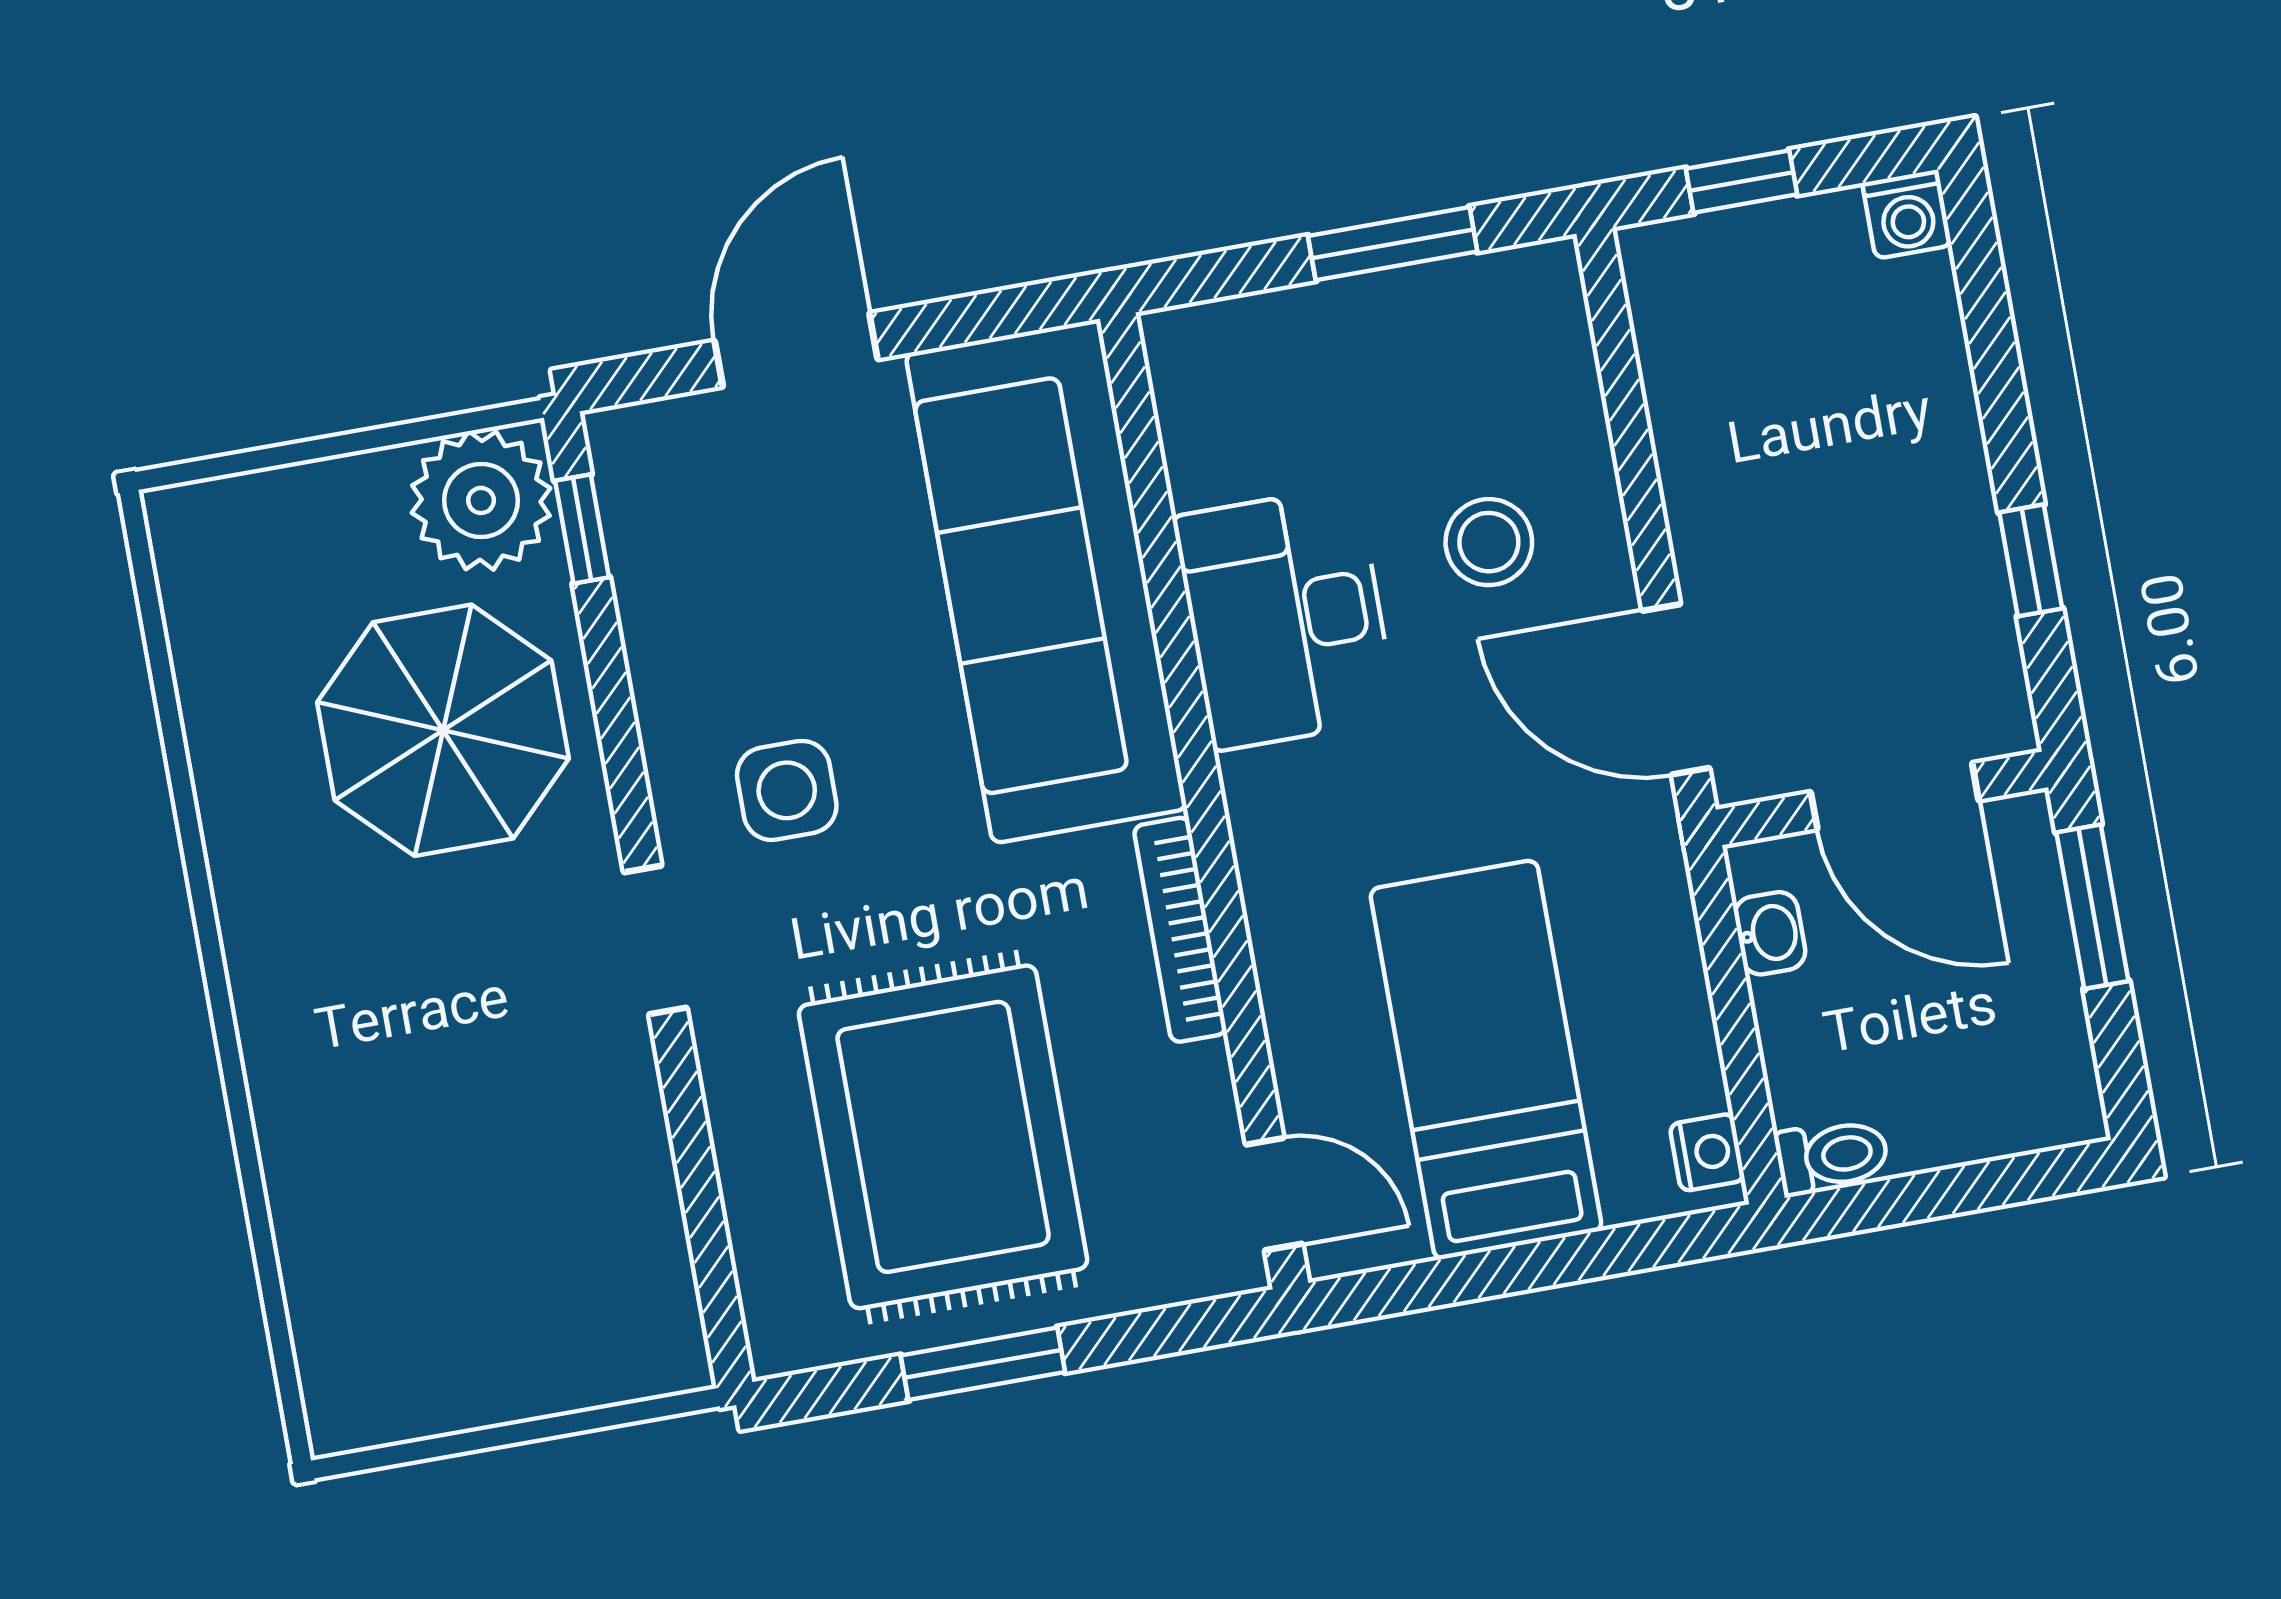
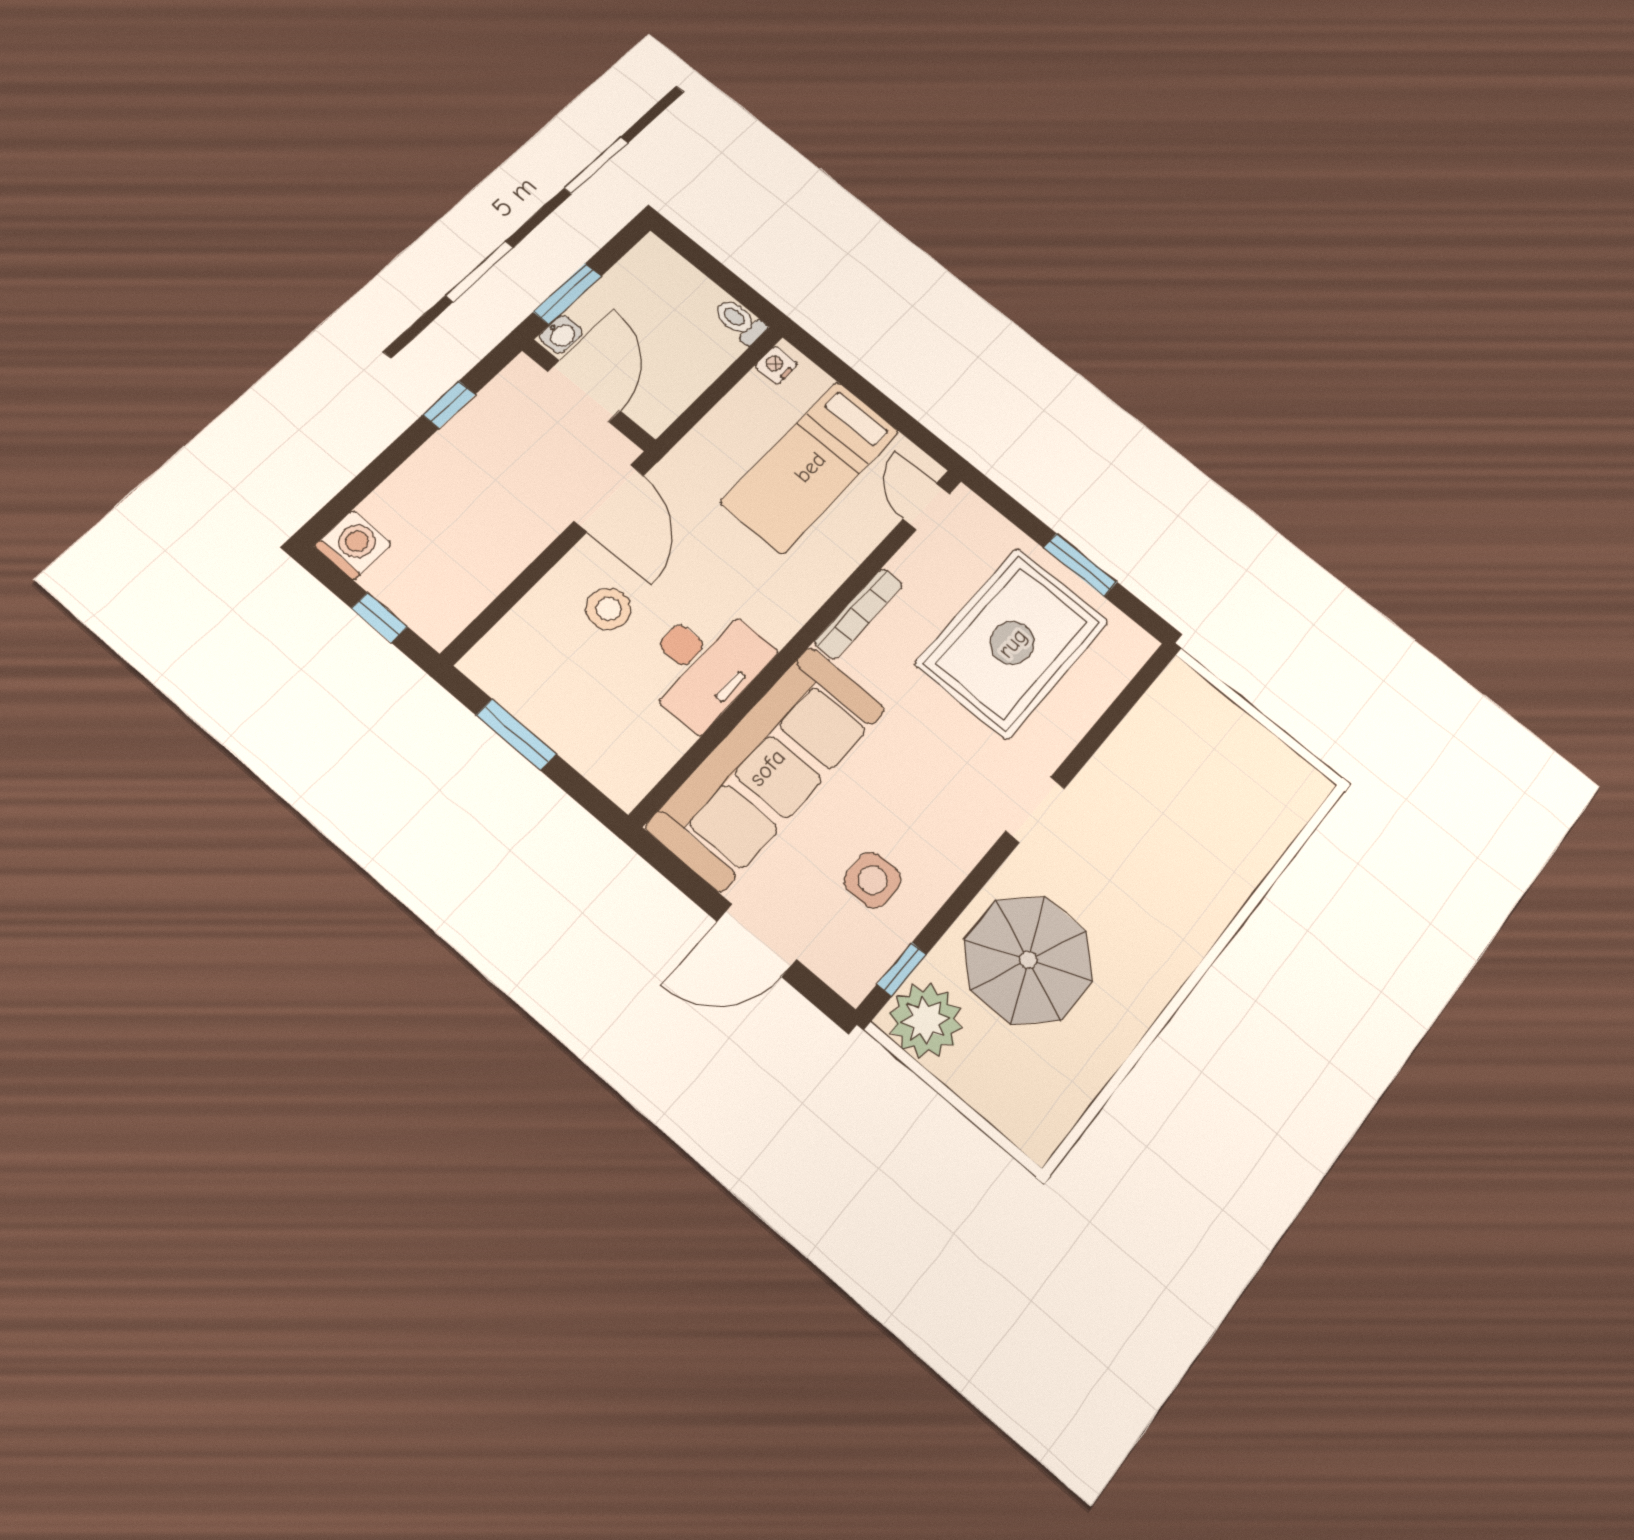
washing machine: (1907, 214) -> (353, 545), width x1.38, depth x1.38
side table: (787, 790) -> (873, 880), moved
washbasin: (1770, 933) -> (561, 334), moved, turned 180

